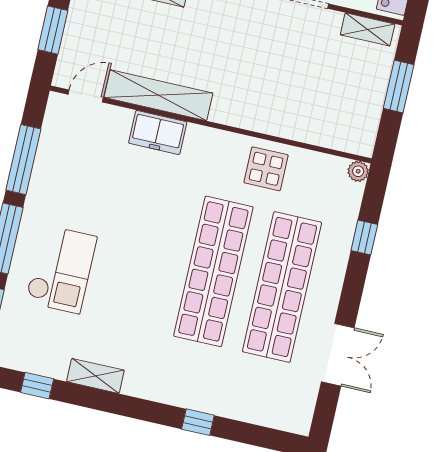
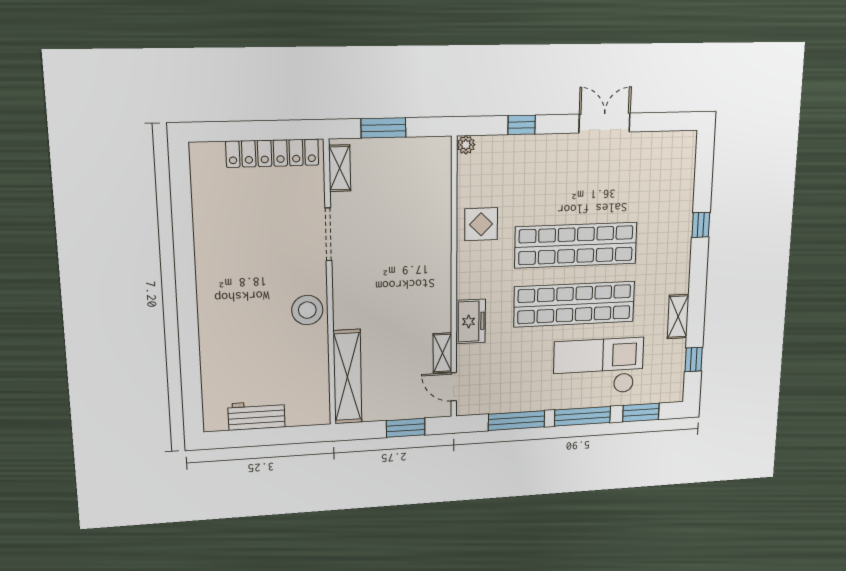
shelving: (158, 95) -> (442, 353), width x0.45, depth x0.75
checkout: (61, 269) -> (598, 367), width x1.36, depth x1.21
shop shelf: (282, 287) -> (574, 304), moved
double door: (338, 355) -> (604, 123), moved

